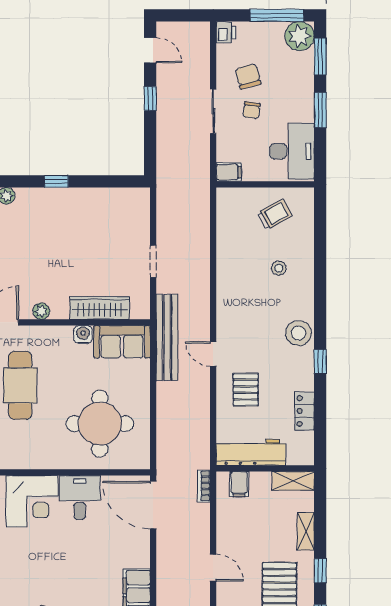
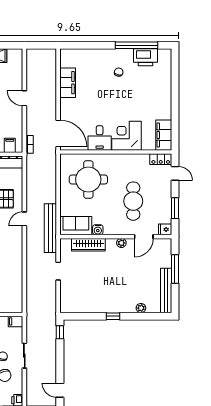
window: (150, 99) -> (60, 332), moved
door: (213, 354) -> (24, 219), swing flipped

